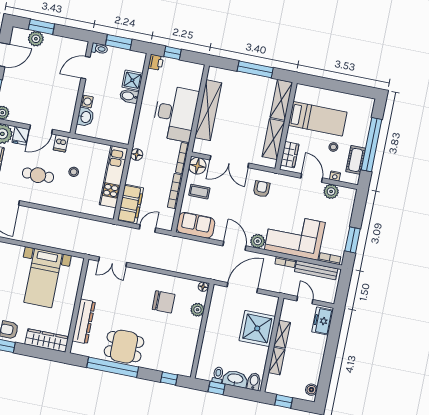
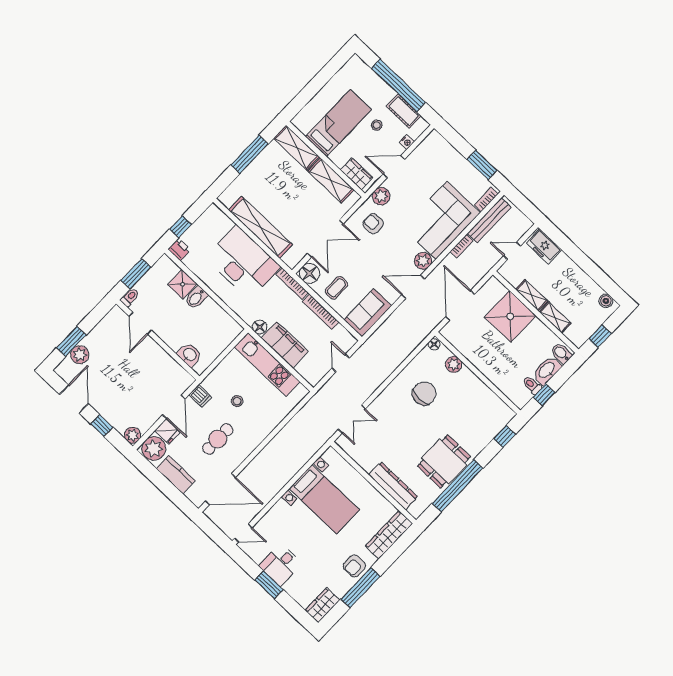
washing machine: (87, 101) -> (175, 344), removed
plant: (331, 191) -> (381, 196), moved
filing cabinet: (131, 204) -> (285, 345), moved

